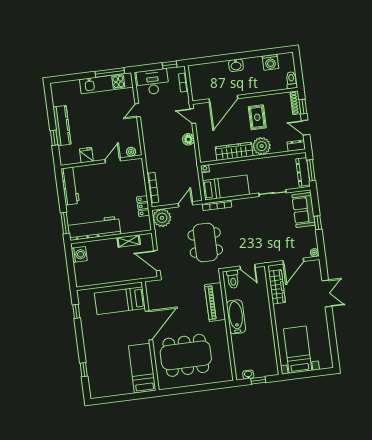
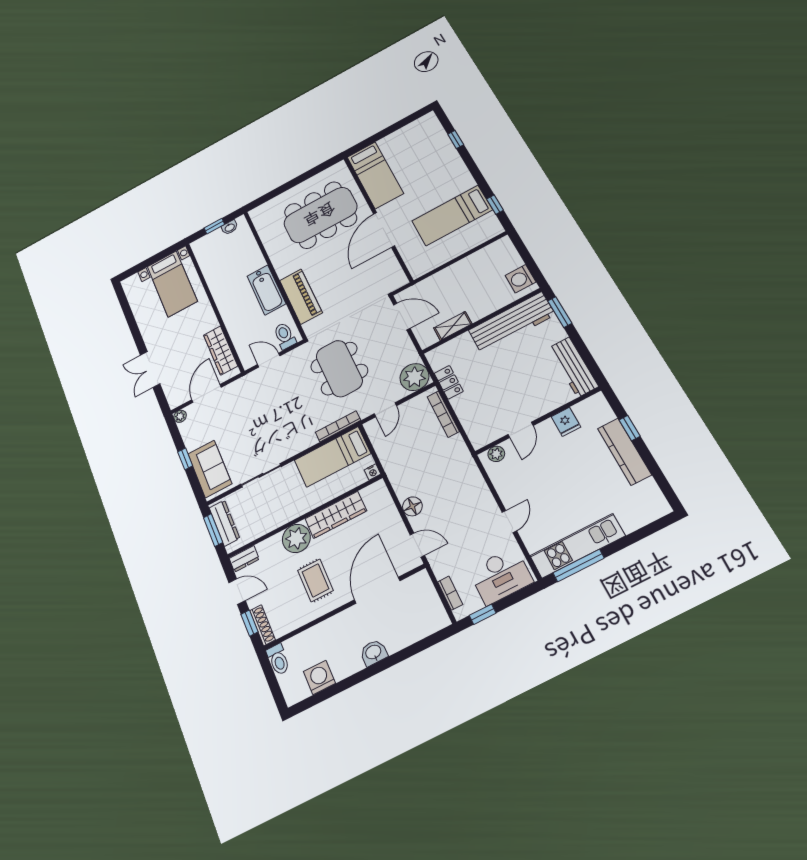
bed: (120, 301) -> (452, 215), moved, turned 180

